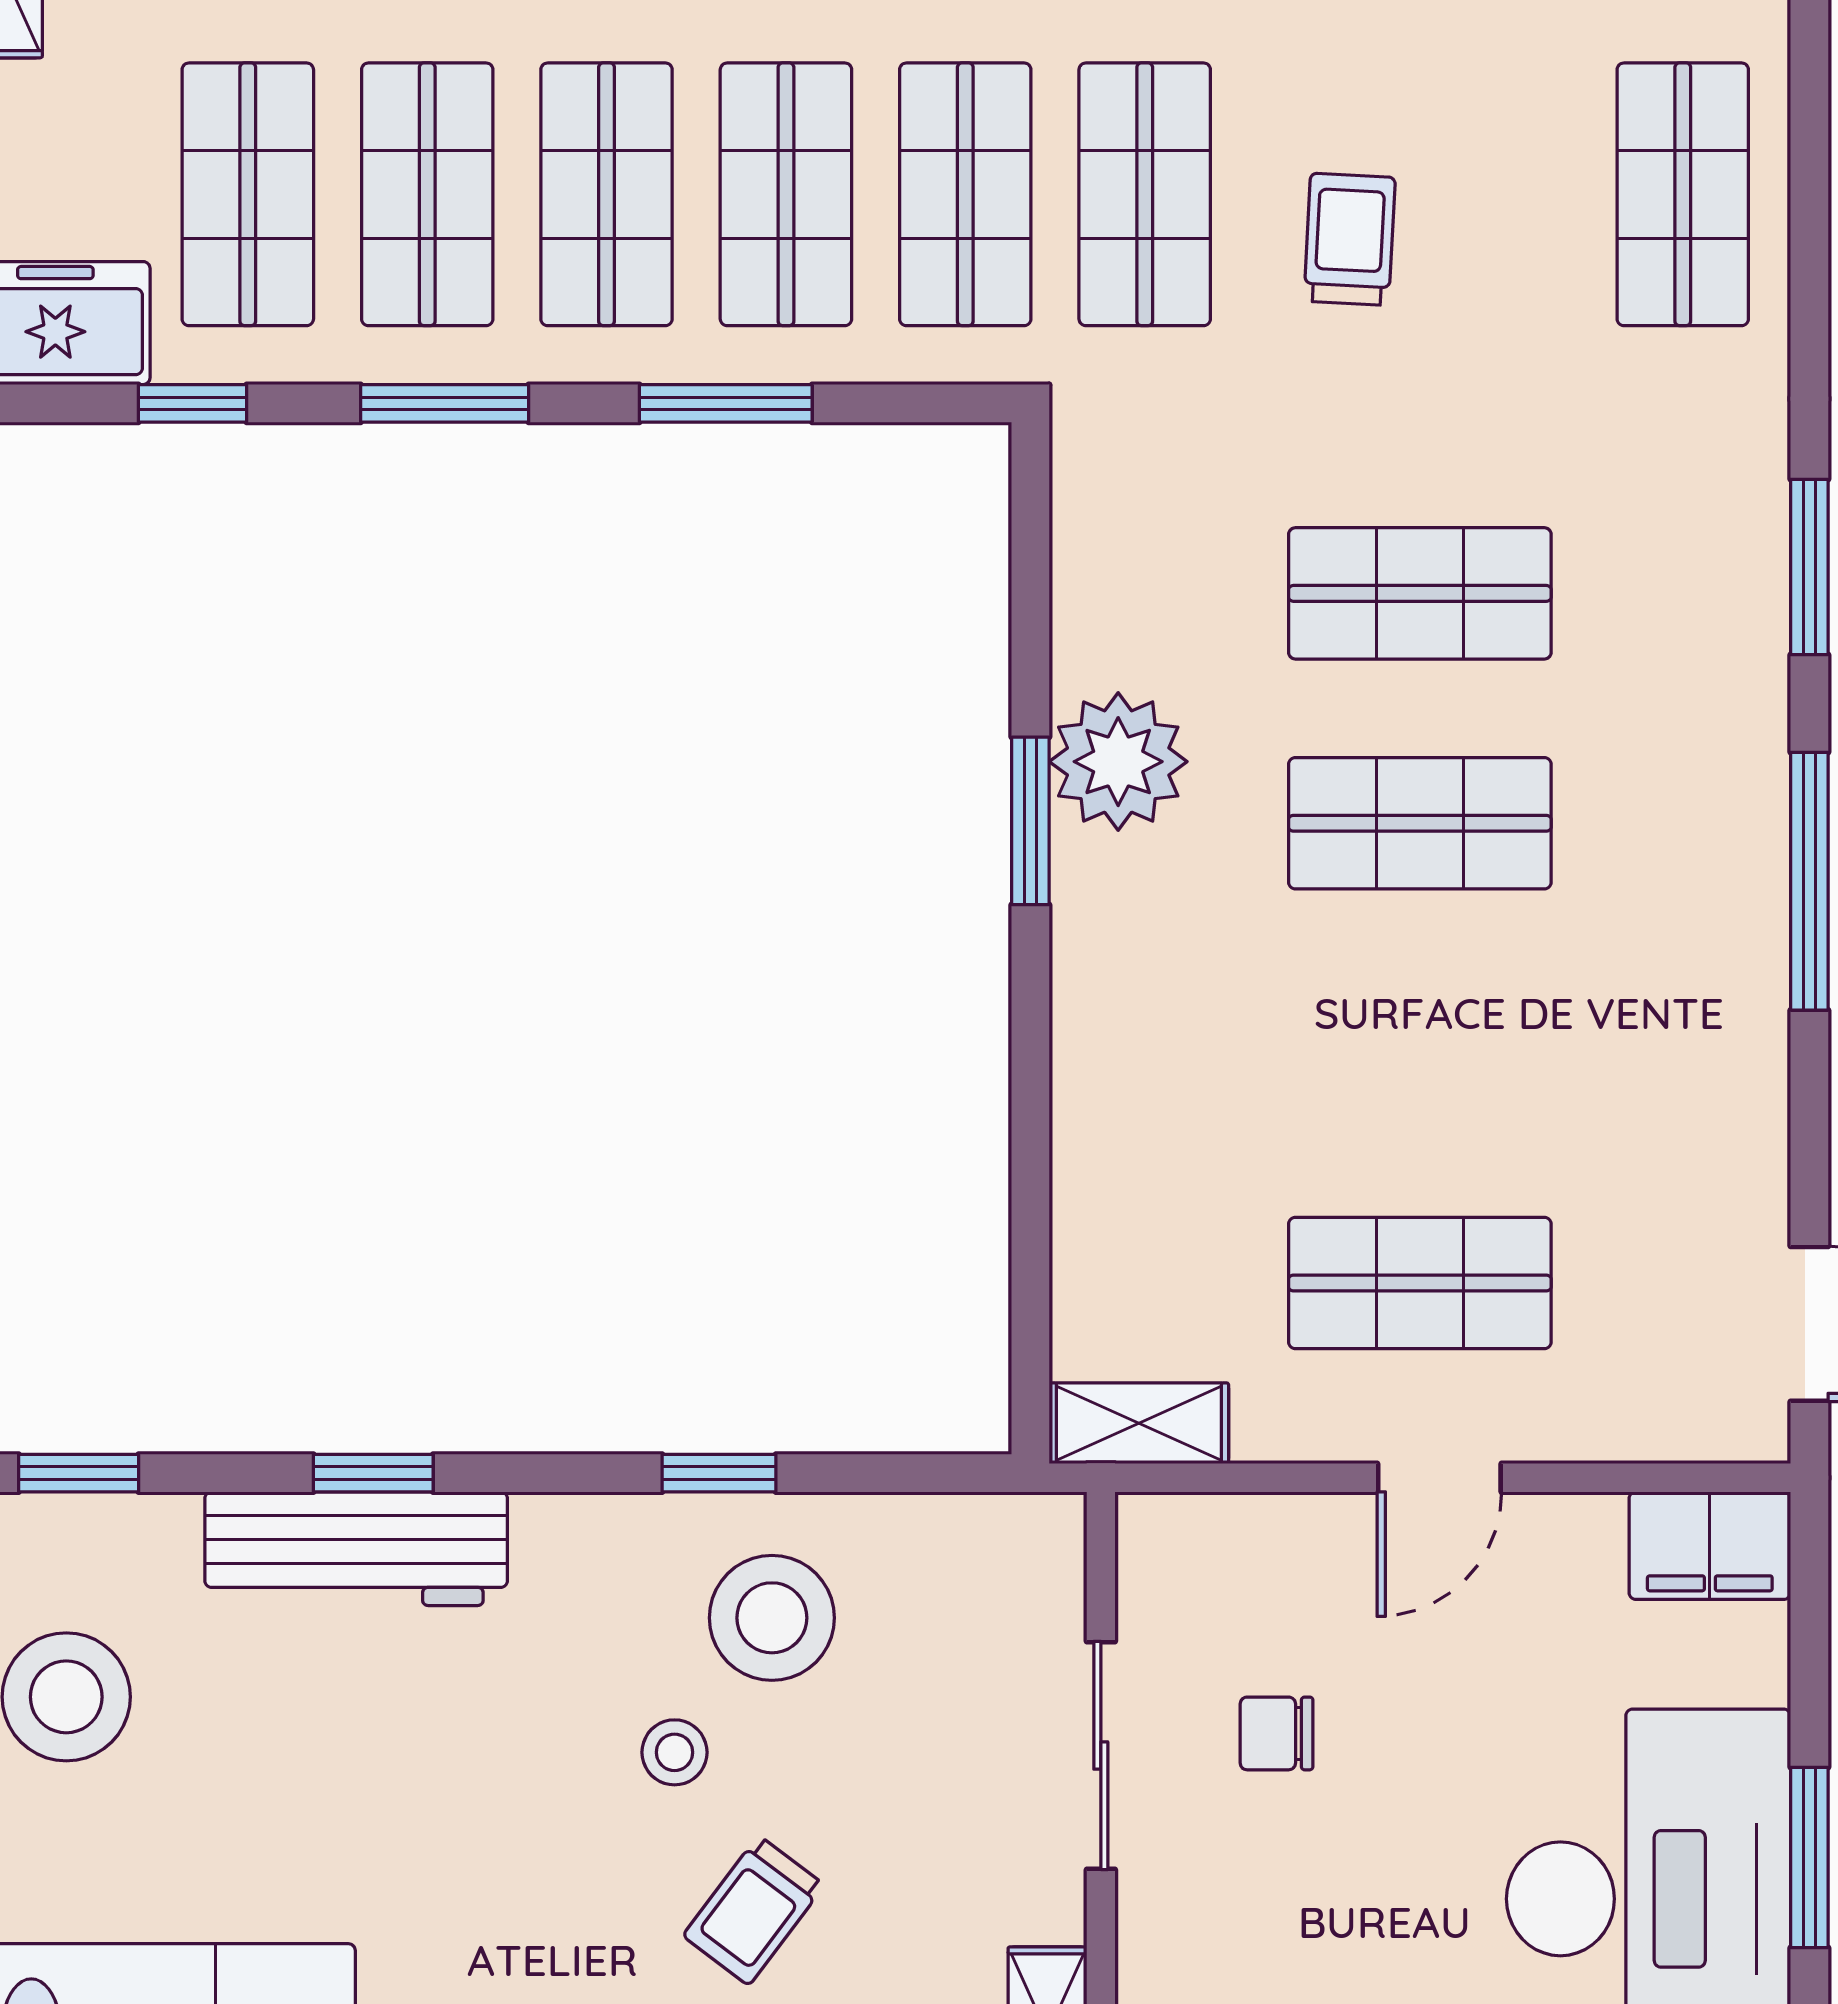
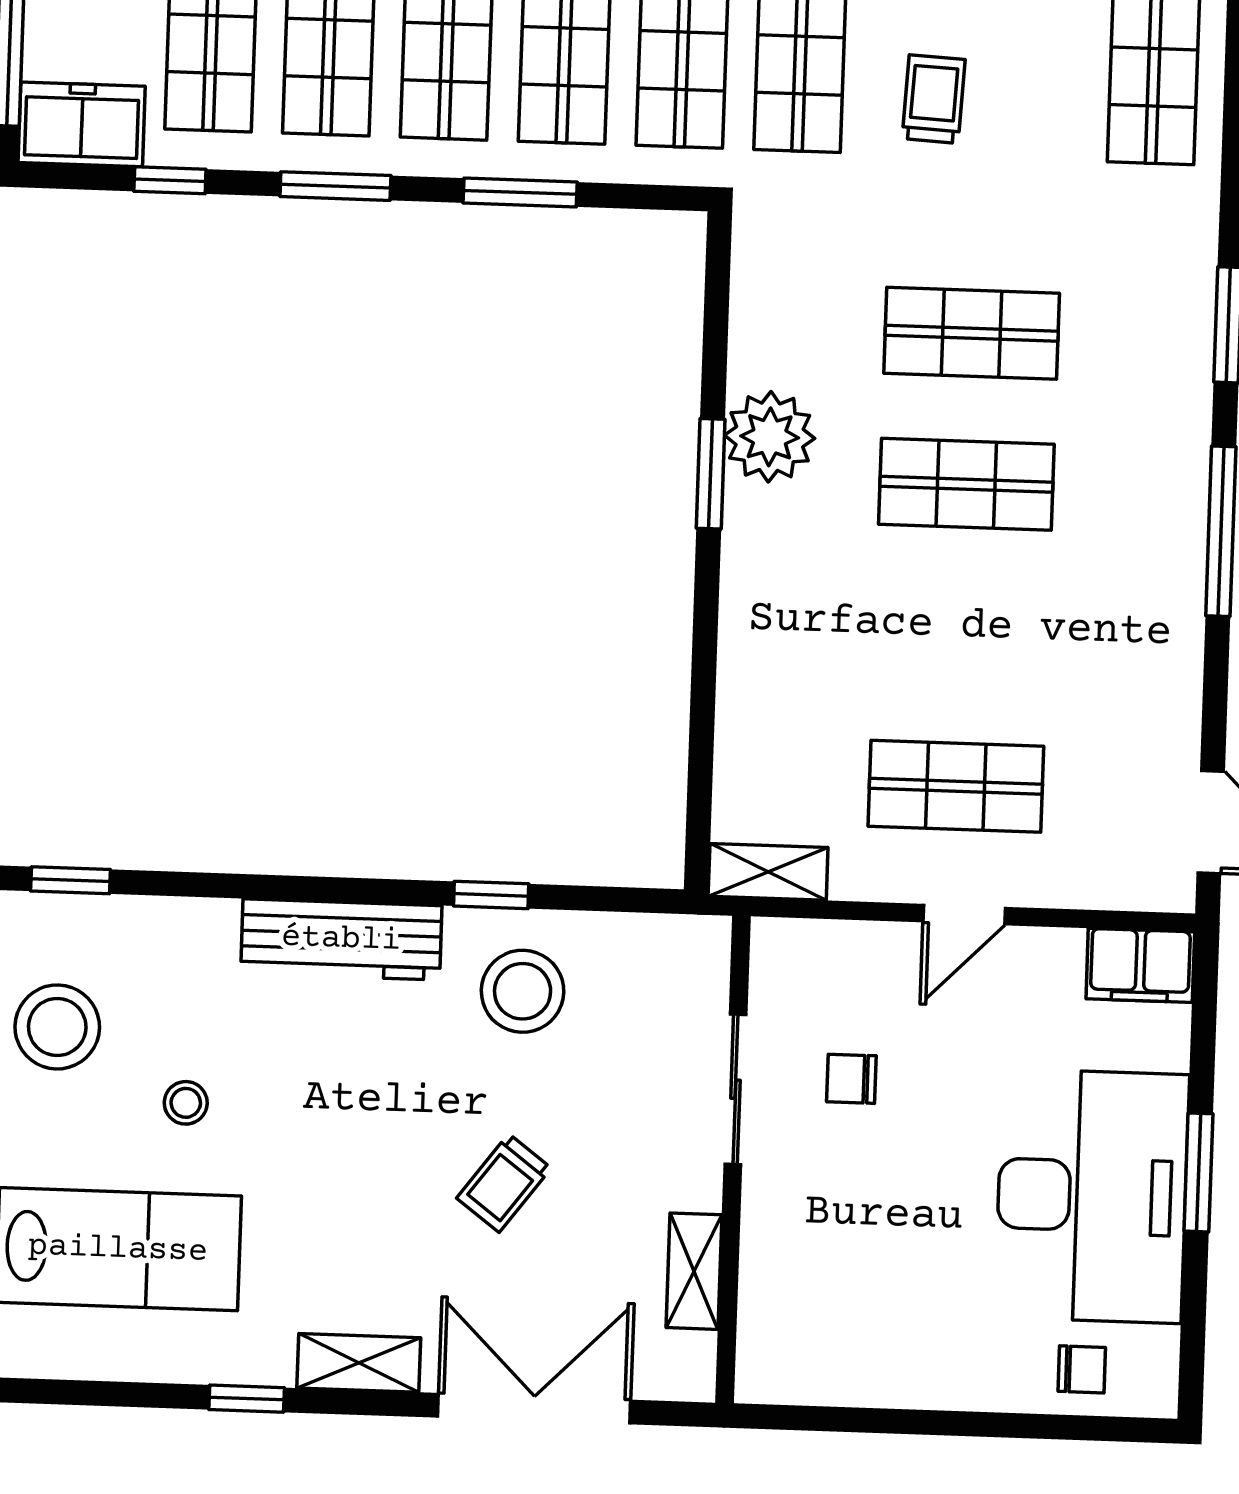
window: (373, 1473) -> (264, 887), removed
workbench: (356, 1549) -> (341, 939), moved
stool: (674, 1752) -> (186, 1103), moved

